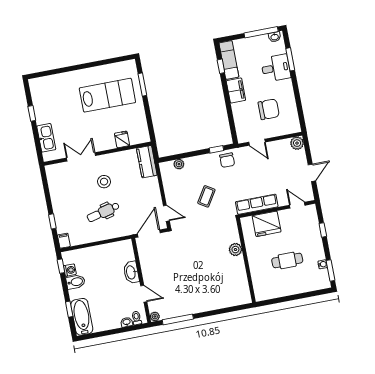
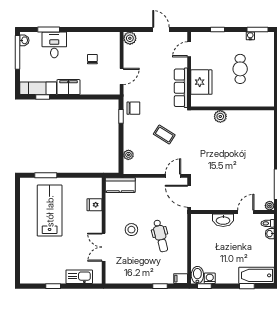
chair: (269, 109) -> (92, 59), width x0.54, depth x0.54
bidet: (76, 282) -> (197, 275), moved

